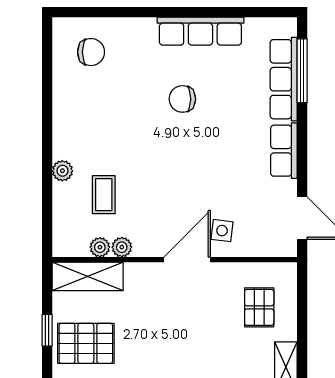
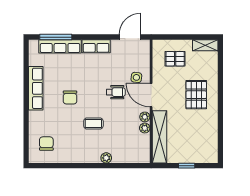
wheelchair: (193, 190) -> (116, 92), added
coffee table: (104, 195) -> (93, 123), moved
plant: (100, 247) -> (145, 117), moved
shelving: (88, 276) -> (159, 137), width x1.47
pallet: (86, 343) -> (196, 95), moved

